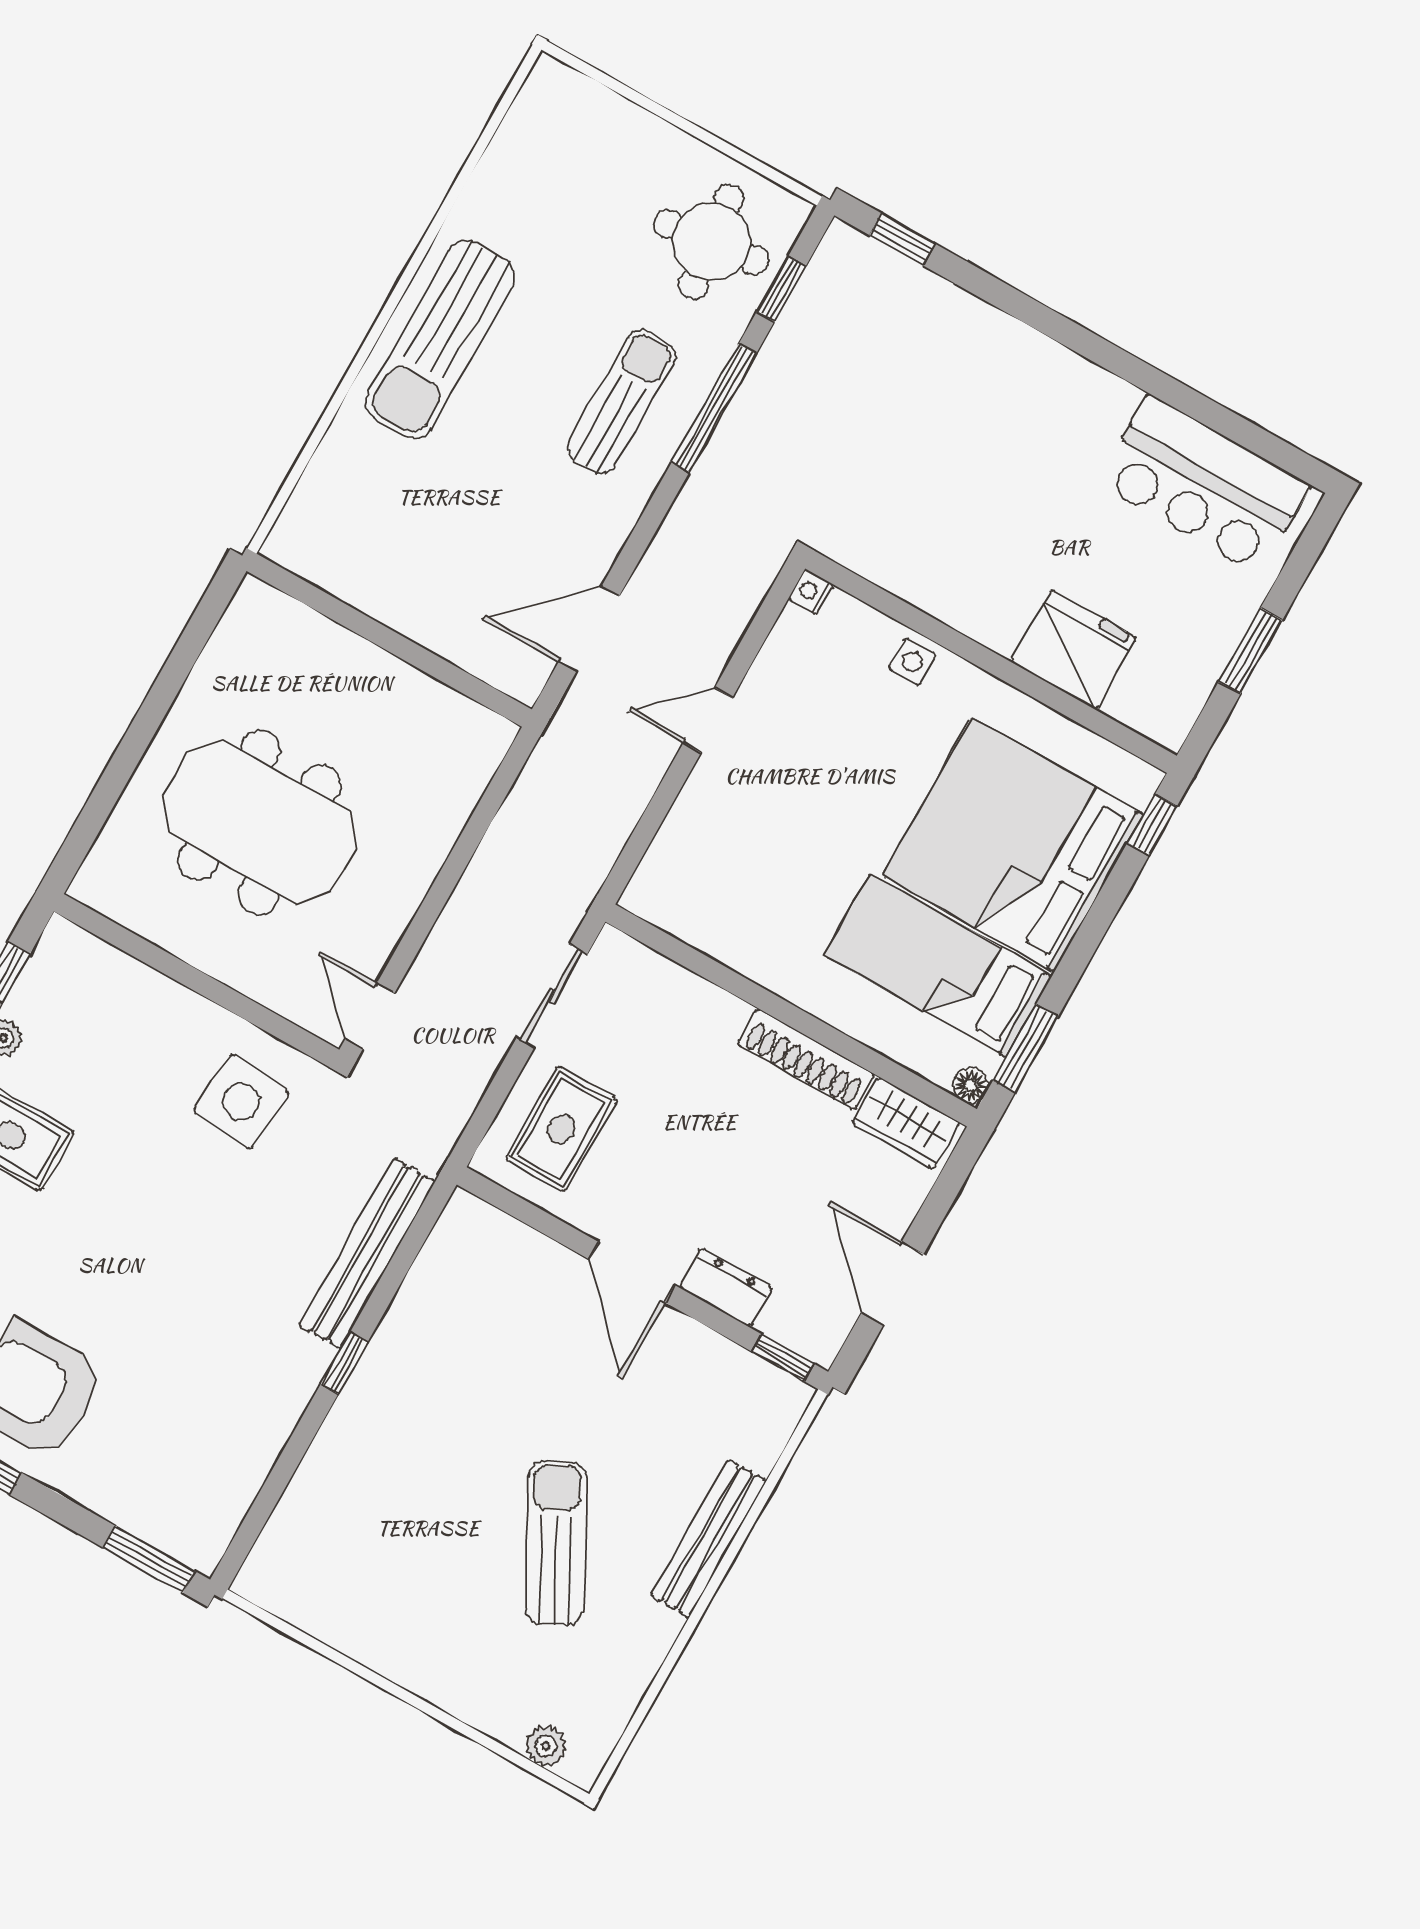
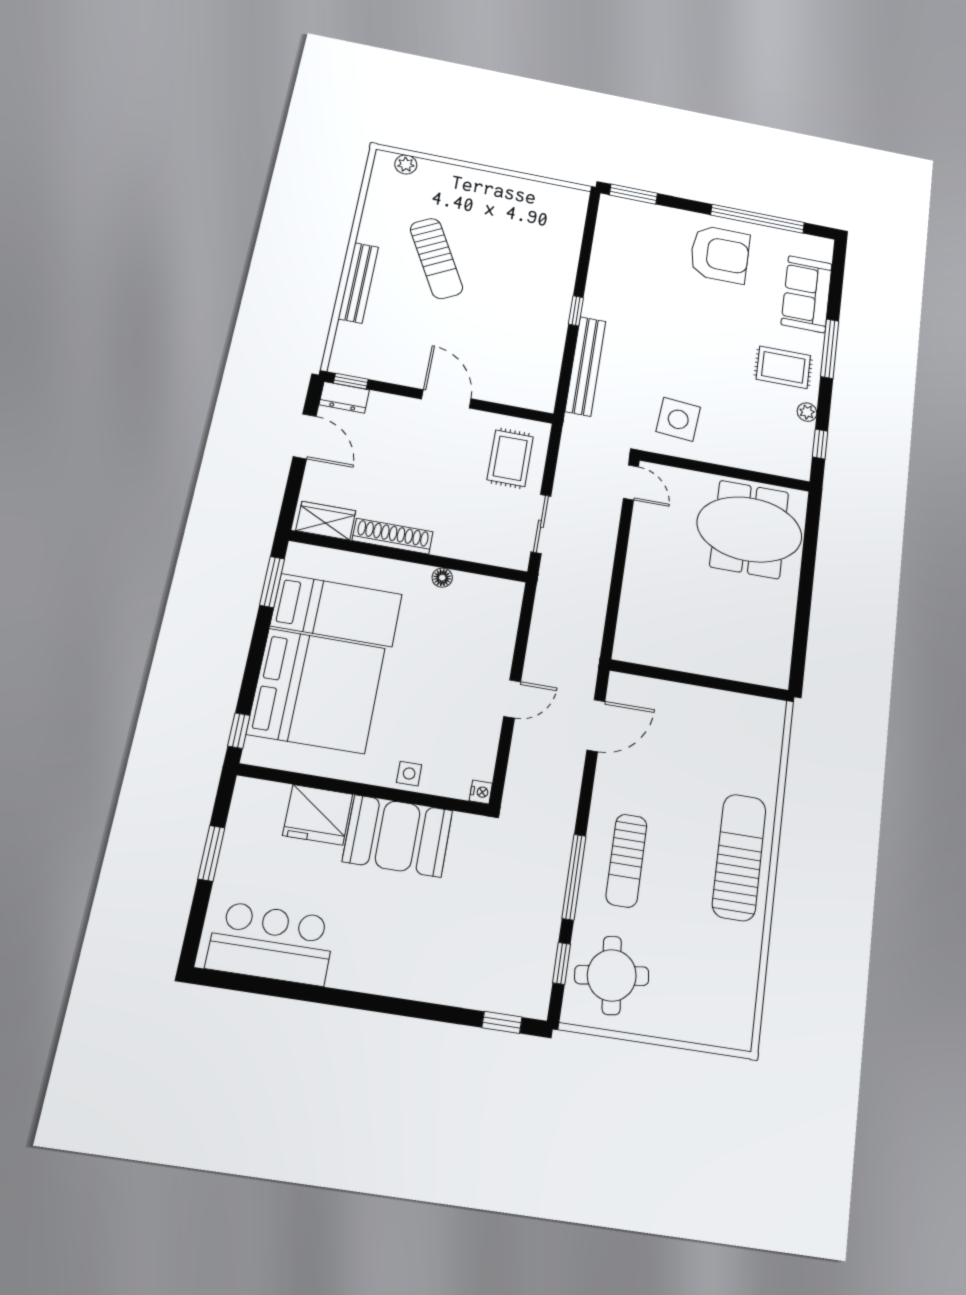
booth: (963, 572) -> (398, 836), added
meeting table: (259, 822) -> (749, 529), moved
floor lamp: (970, 1086) -> (442, 578), moved
dresser: (726, 1288) -> (344, 397), moved

